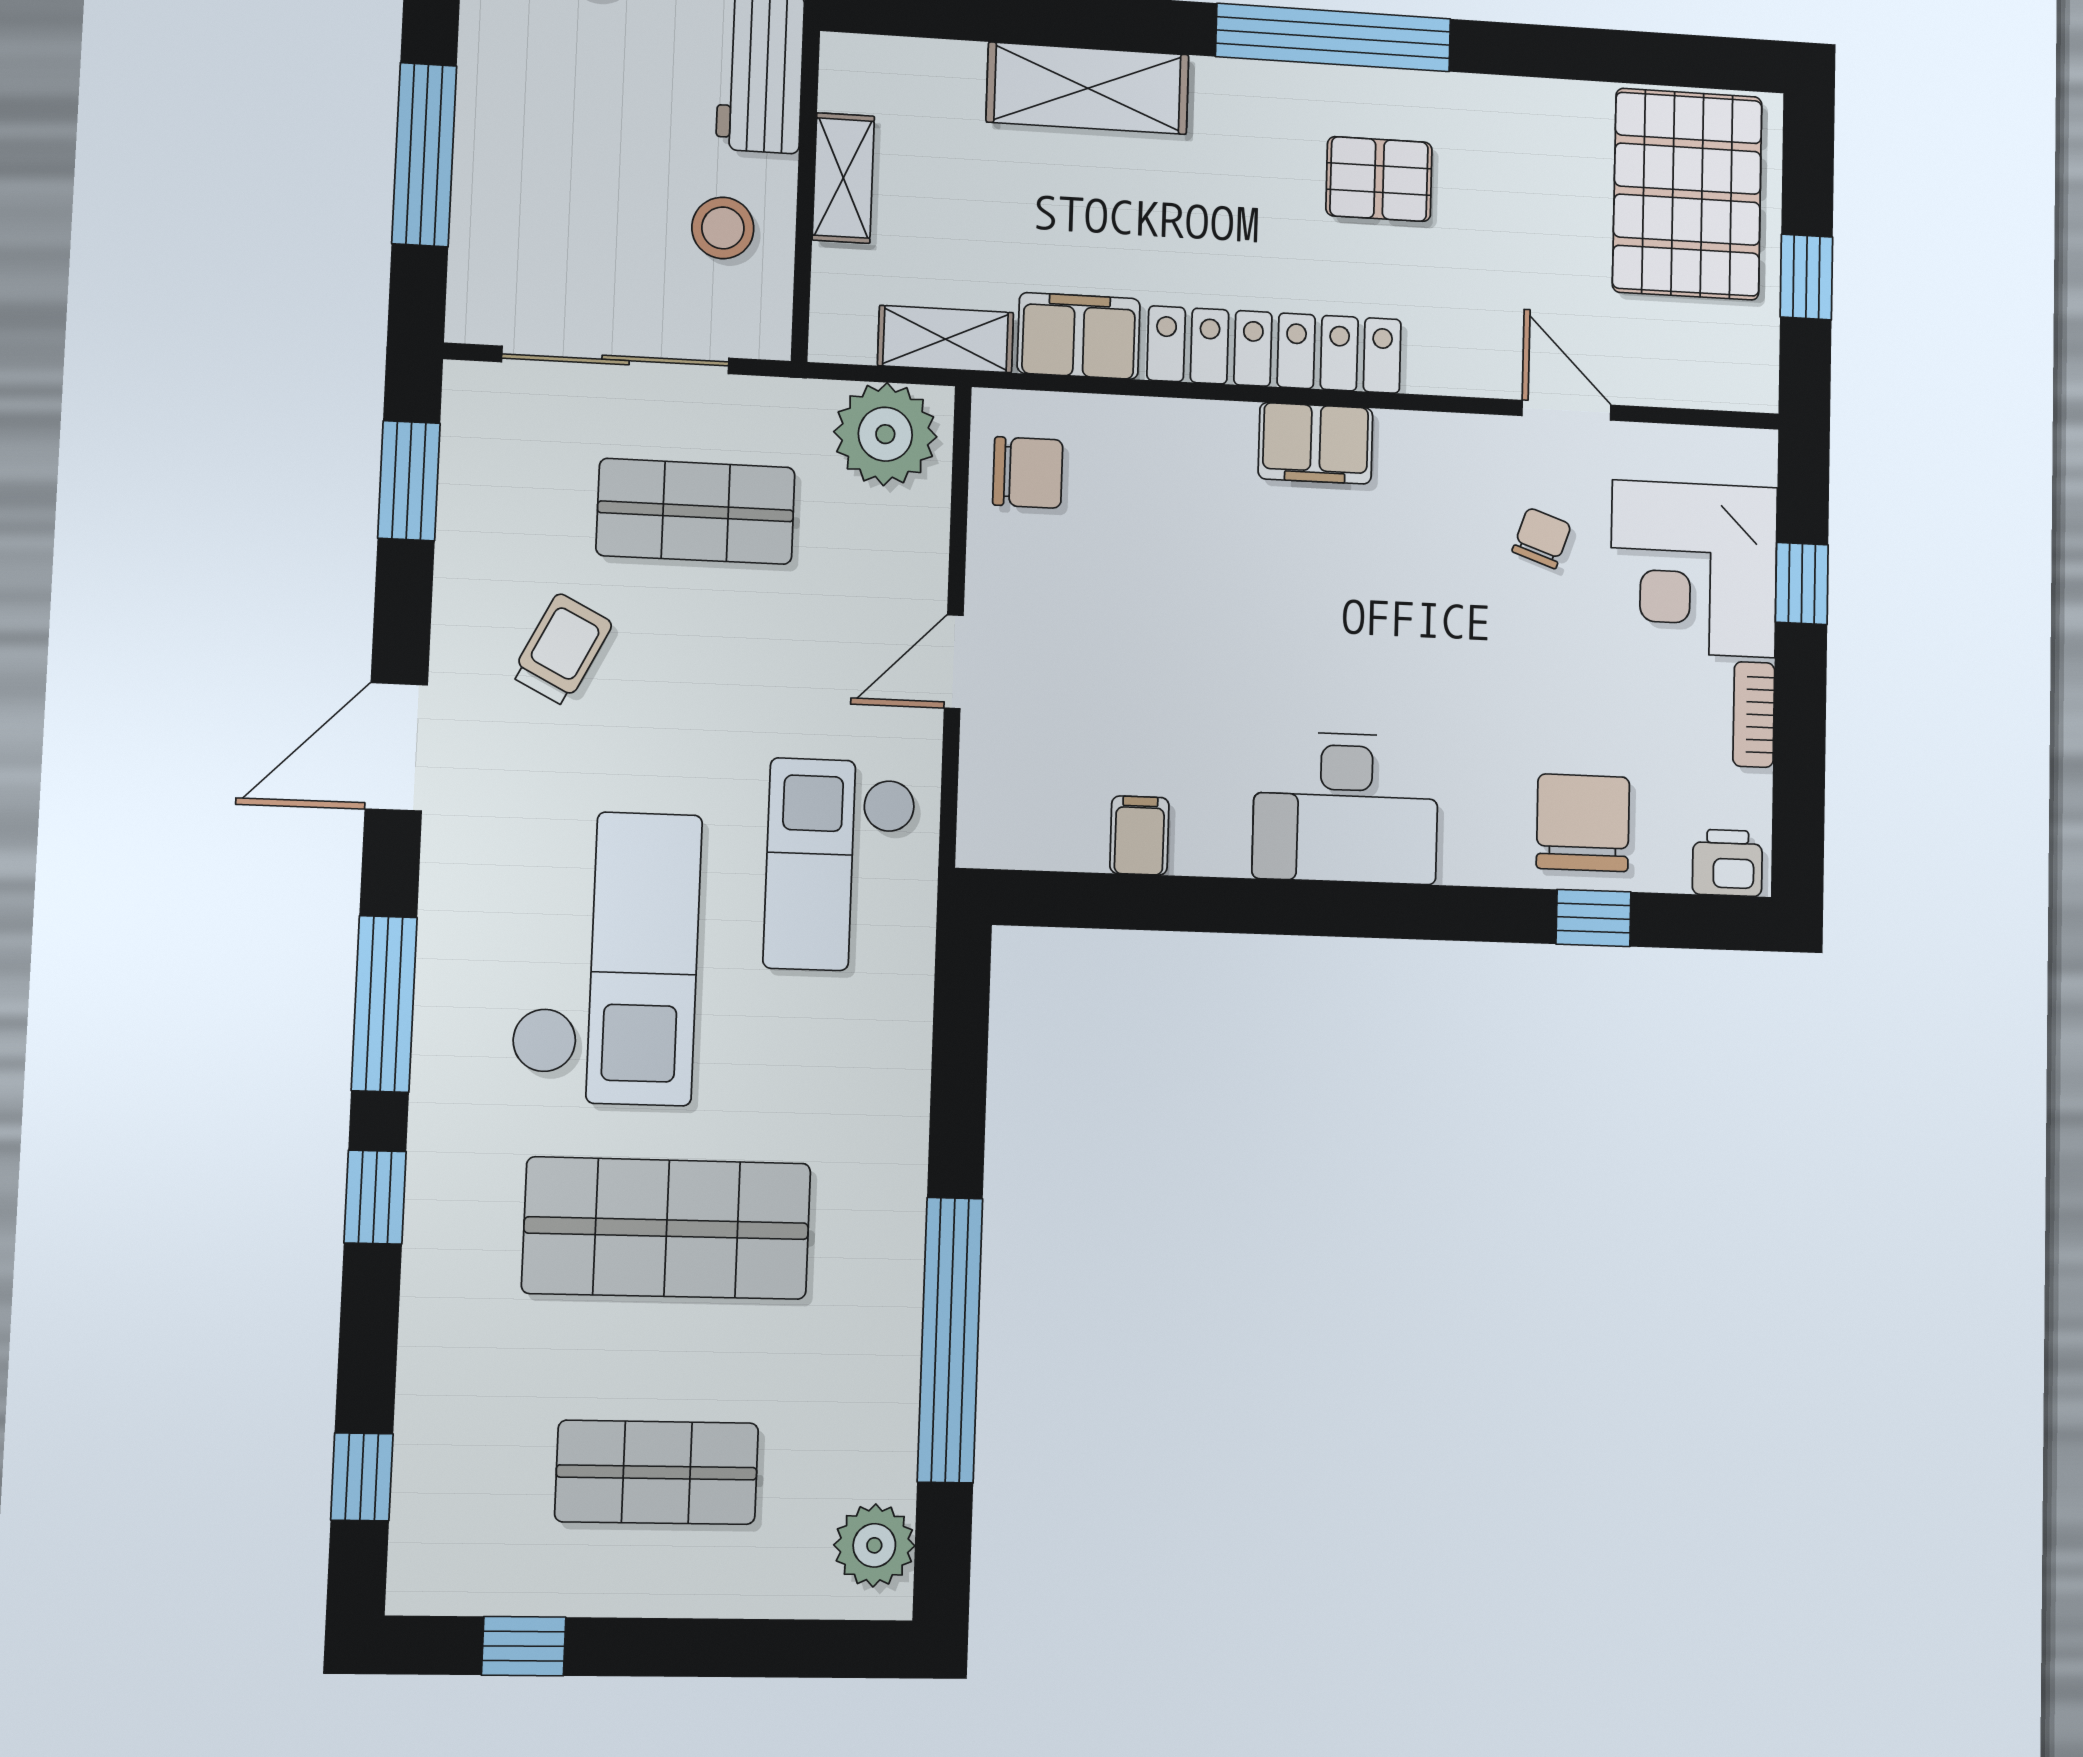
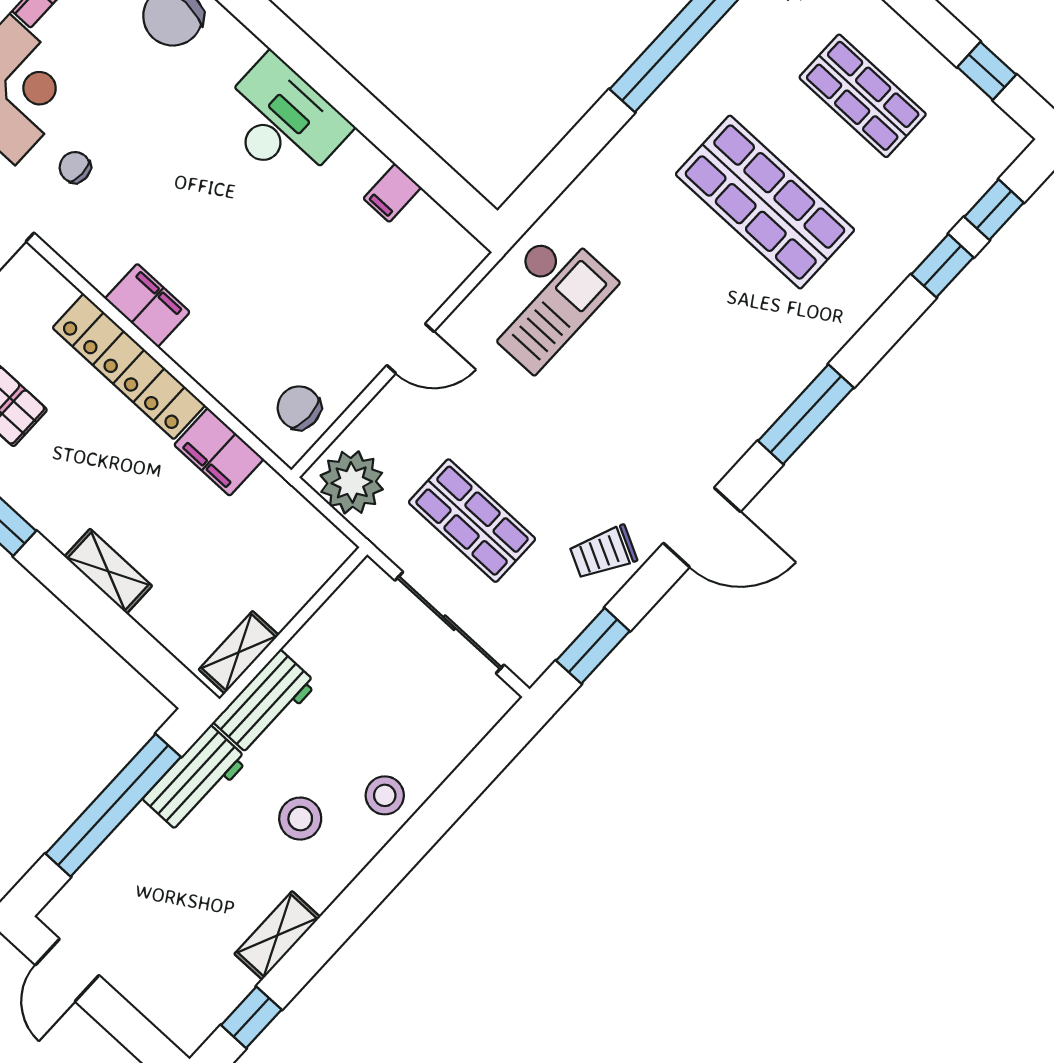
shelving: (1088, 88) -> (108, 571), width x0.67, depth x0.75
window: (424, 155) -> (458, 793), removed
shelving: (843, 178) -> (239, 652), moved
stool: (723, 228) -> (385, 795), moved
shelving: (946, 339) -> (284, 503), removed
chair: (1542, 538) -> (75, 167), turned 71
trolley: (562, 649) -> (603, 552), moved
checkout: (606, 957) -> (688, 349), removed
window: (375, 1197) -> (942, 266), moved

